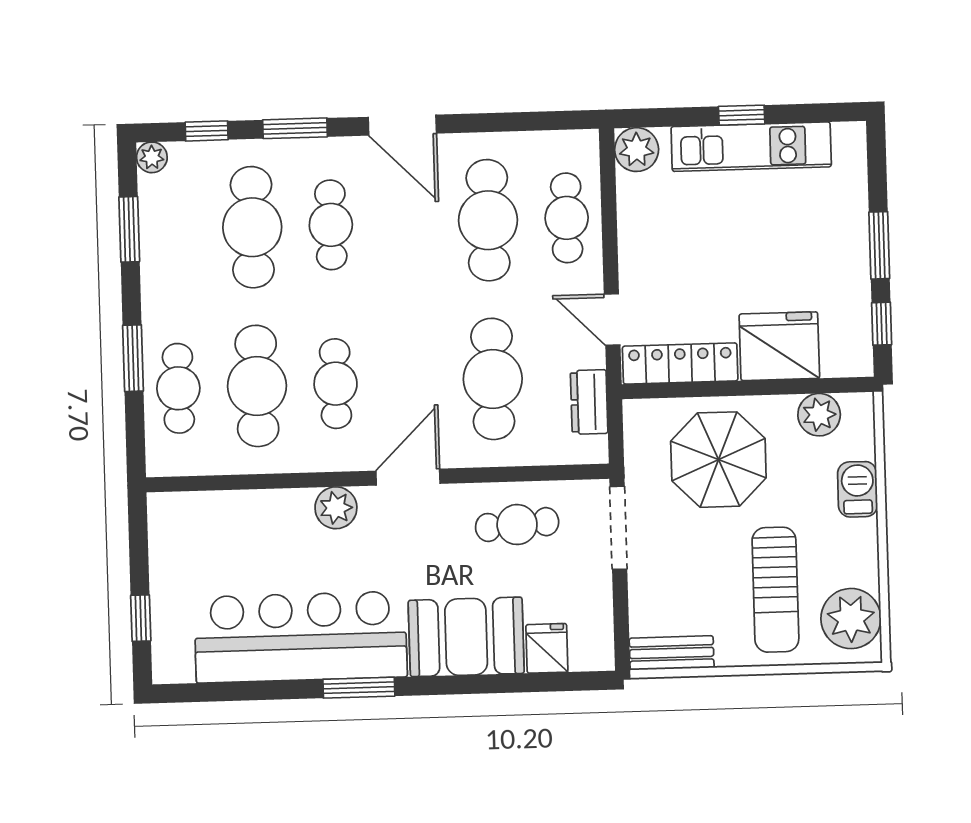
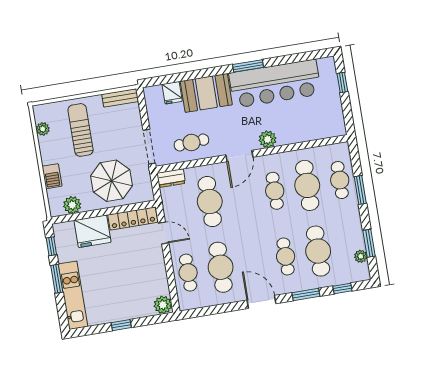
kitchen unit: (751, 147) -> (73, 295), moved, turned 90
plant: (152, 157) -> (361, 256), moved
dresser: (589, 402) -> (171, 178), moved, turned 90
plant: (851, 619) -> (43, 129), width x0.53, depth x0.53

